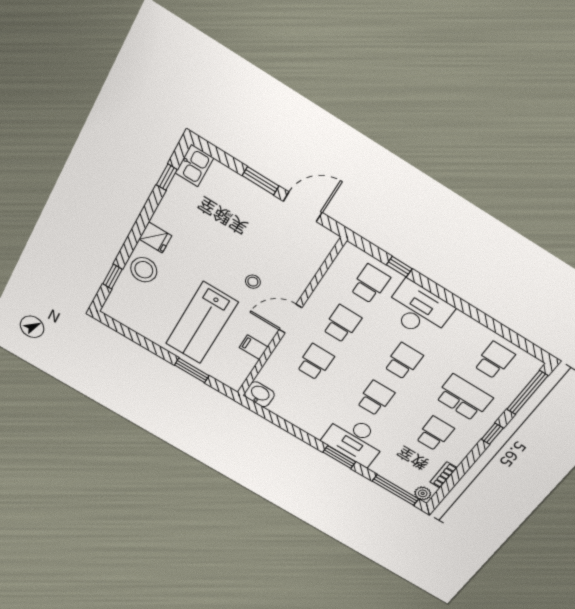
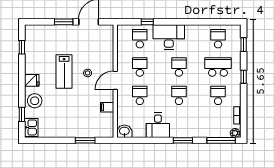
kitchen sink: (194, 166) -> (31, 127), moved
lab bench: (202, 323) -> (64, 71), moved, width x0.73, depth x0.72
window: (527, 393) -> (244, 45), width x0.46
desk: (355, 440) -> (158, 125), moved, width x0.73

